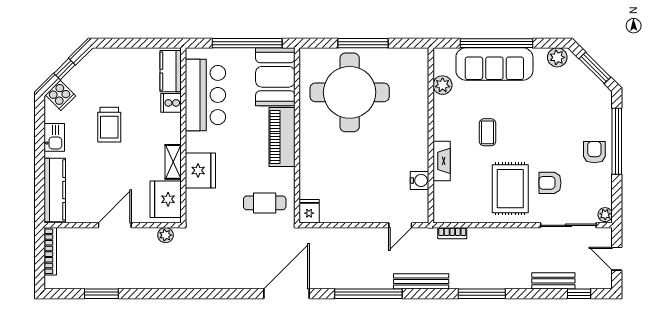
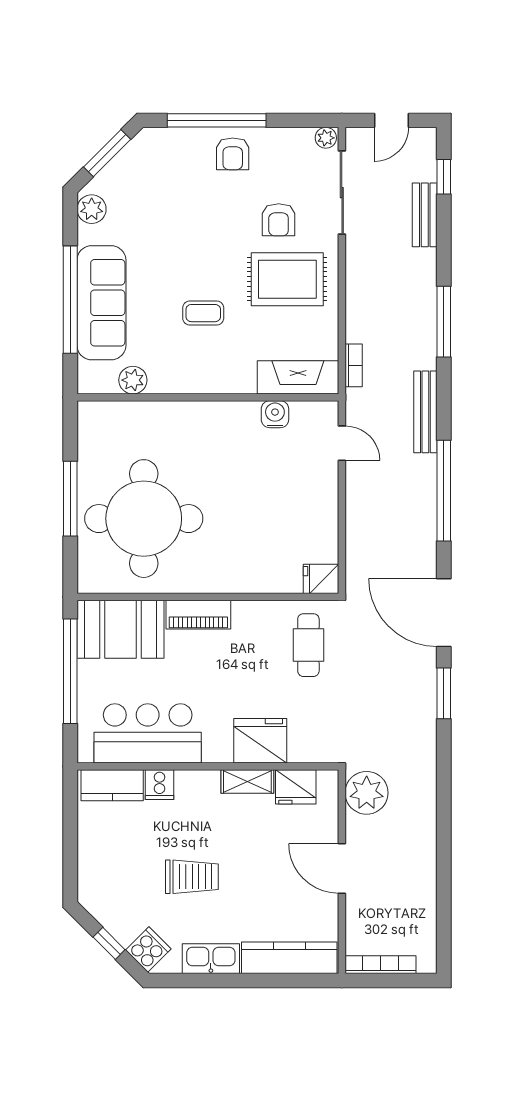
kitchen sink: (54, 137) -> (211, 959), width x1.38
piano: (282, 137) -> (198, 615), width x0.73, depth x0.75
armchair: (594, 152) -> (233, 154), turned -90
fireplace: (442, 161) -> (298, 377), moved, width x1.37, depth x1.32
fridge: (166, 199) -> (296, 787), width x0.73, depth x0.75
plant: (166, 235) -> (367, 793), width x1.87, depth x1.87
window: (101, 294) -> (444, 693), moved

